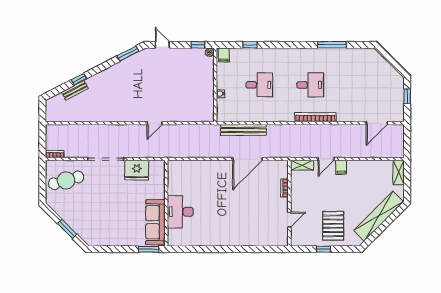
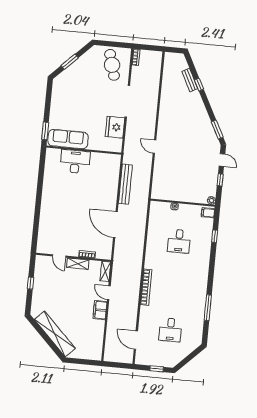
door: (162, 45) -> (222, 160), hinge flipped
window: (198, 45) -> (220, 180), moved
desk: (310, 85) -> (170, 330), moved
bench: (243, 130) -> (125, 184), moved
filing cabinet: (341, 167) -> (100, 310), width x2.00
shelving: (399, 172) -> (78, 264), moved
pallet: (333, 226) -> (50, 294), removed

